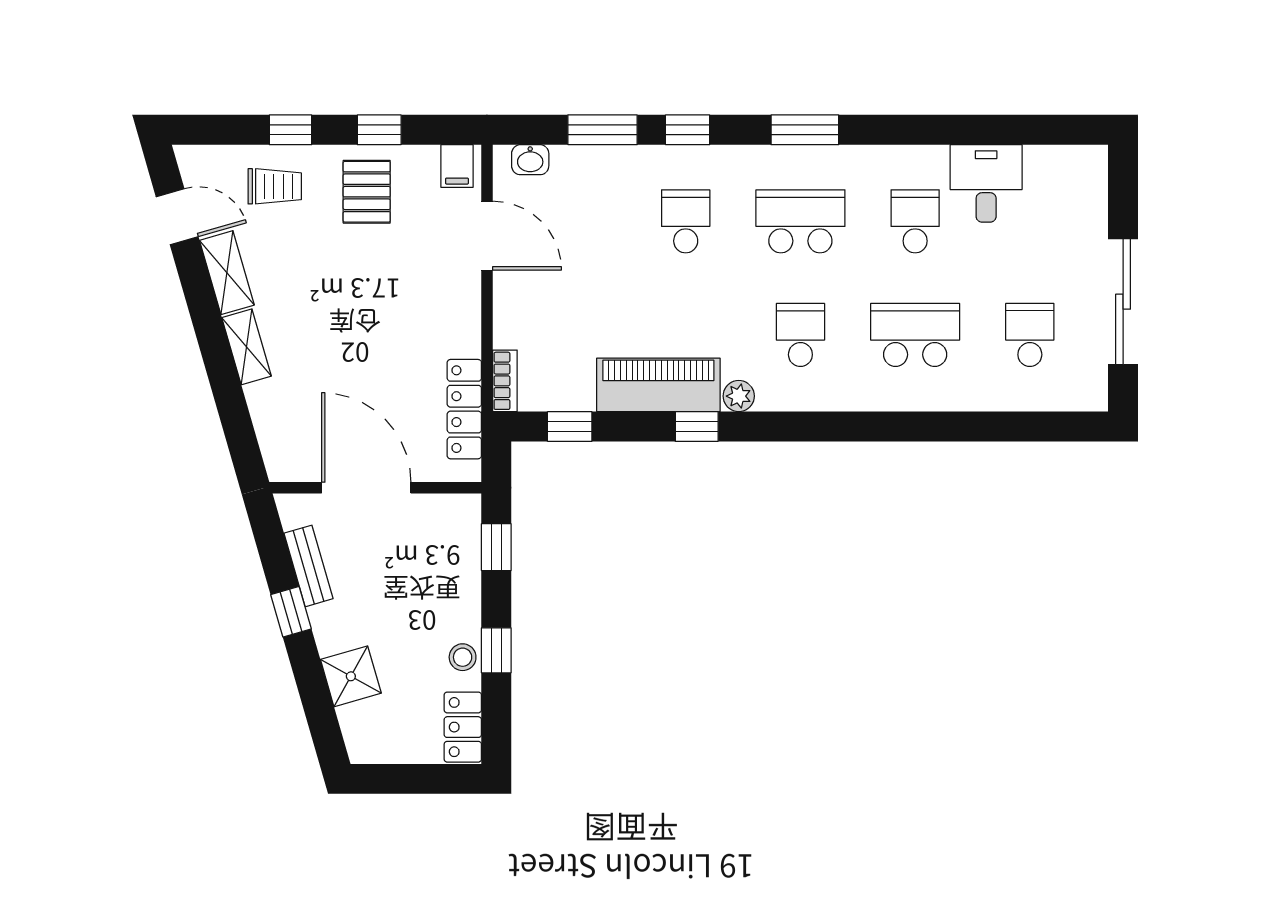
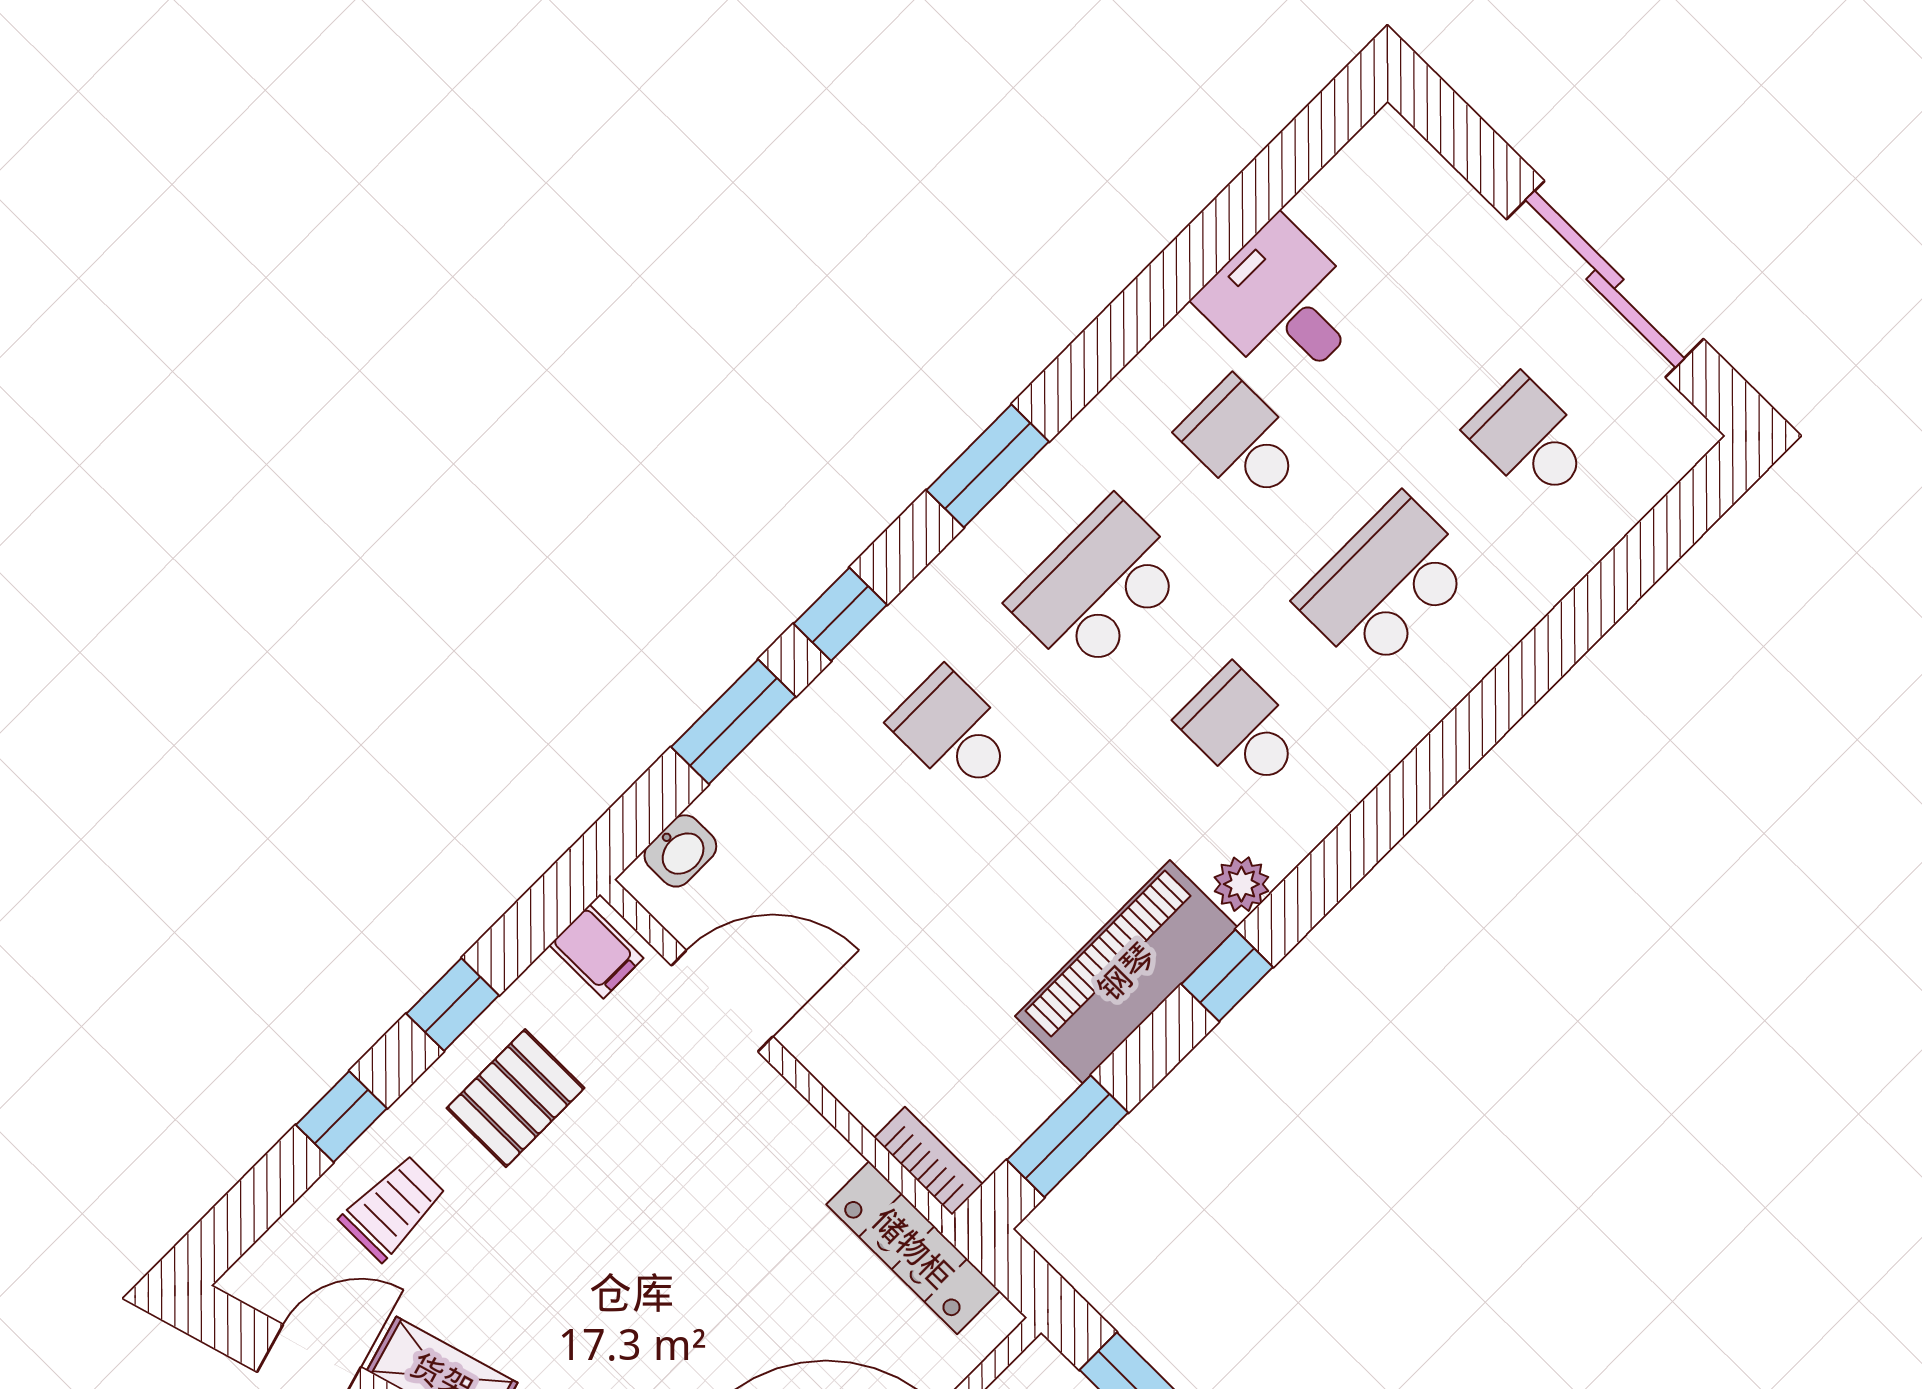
pallet: (367, 192) -> (515, 1098), turned 90
window: (570, 427) -> (1068, 1136), width x1.50

